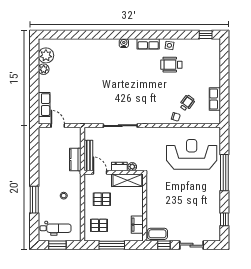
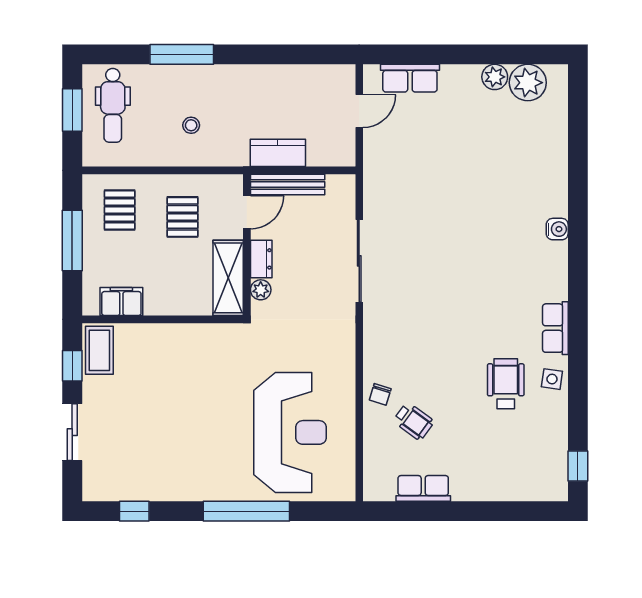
water cooler: (124, 43) -> (557, 229), moved

